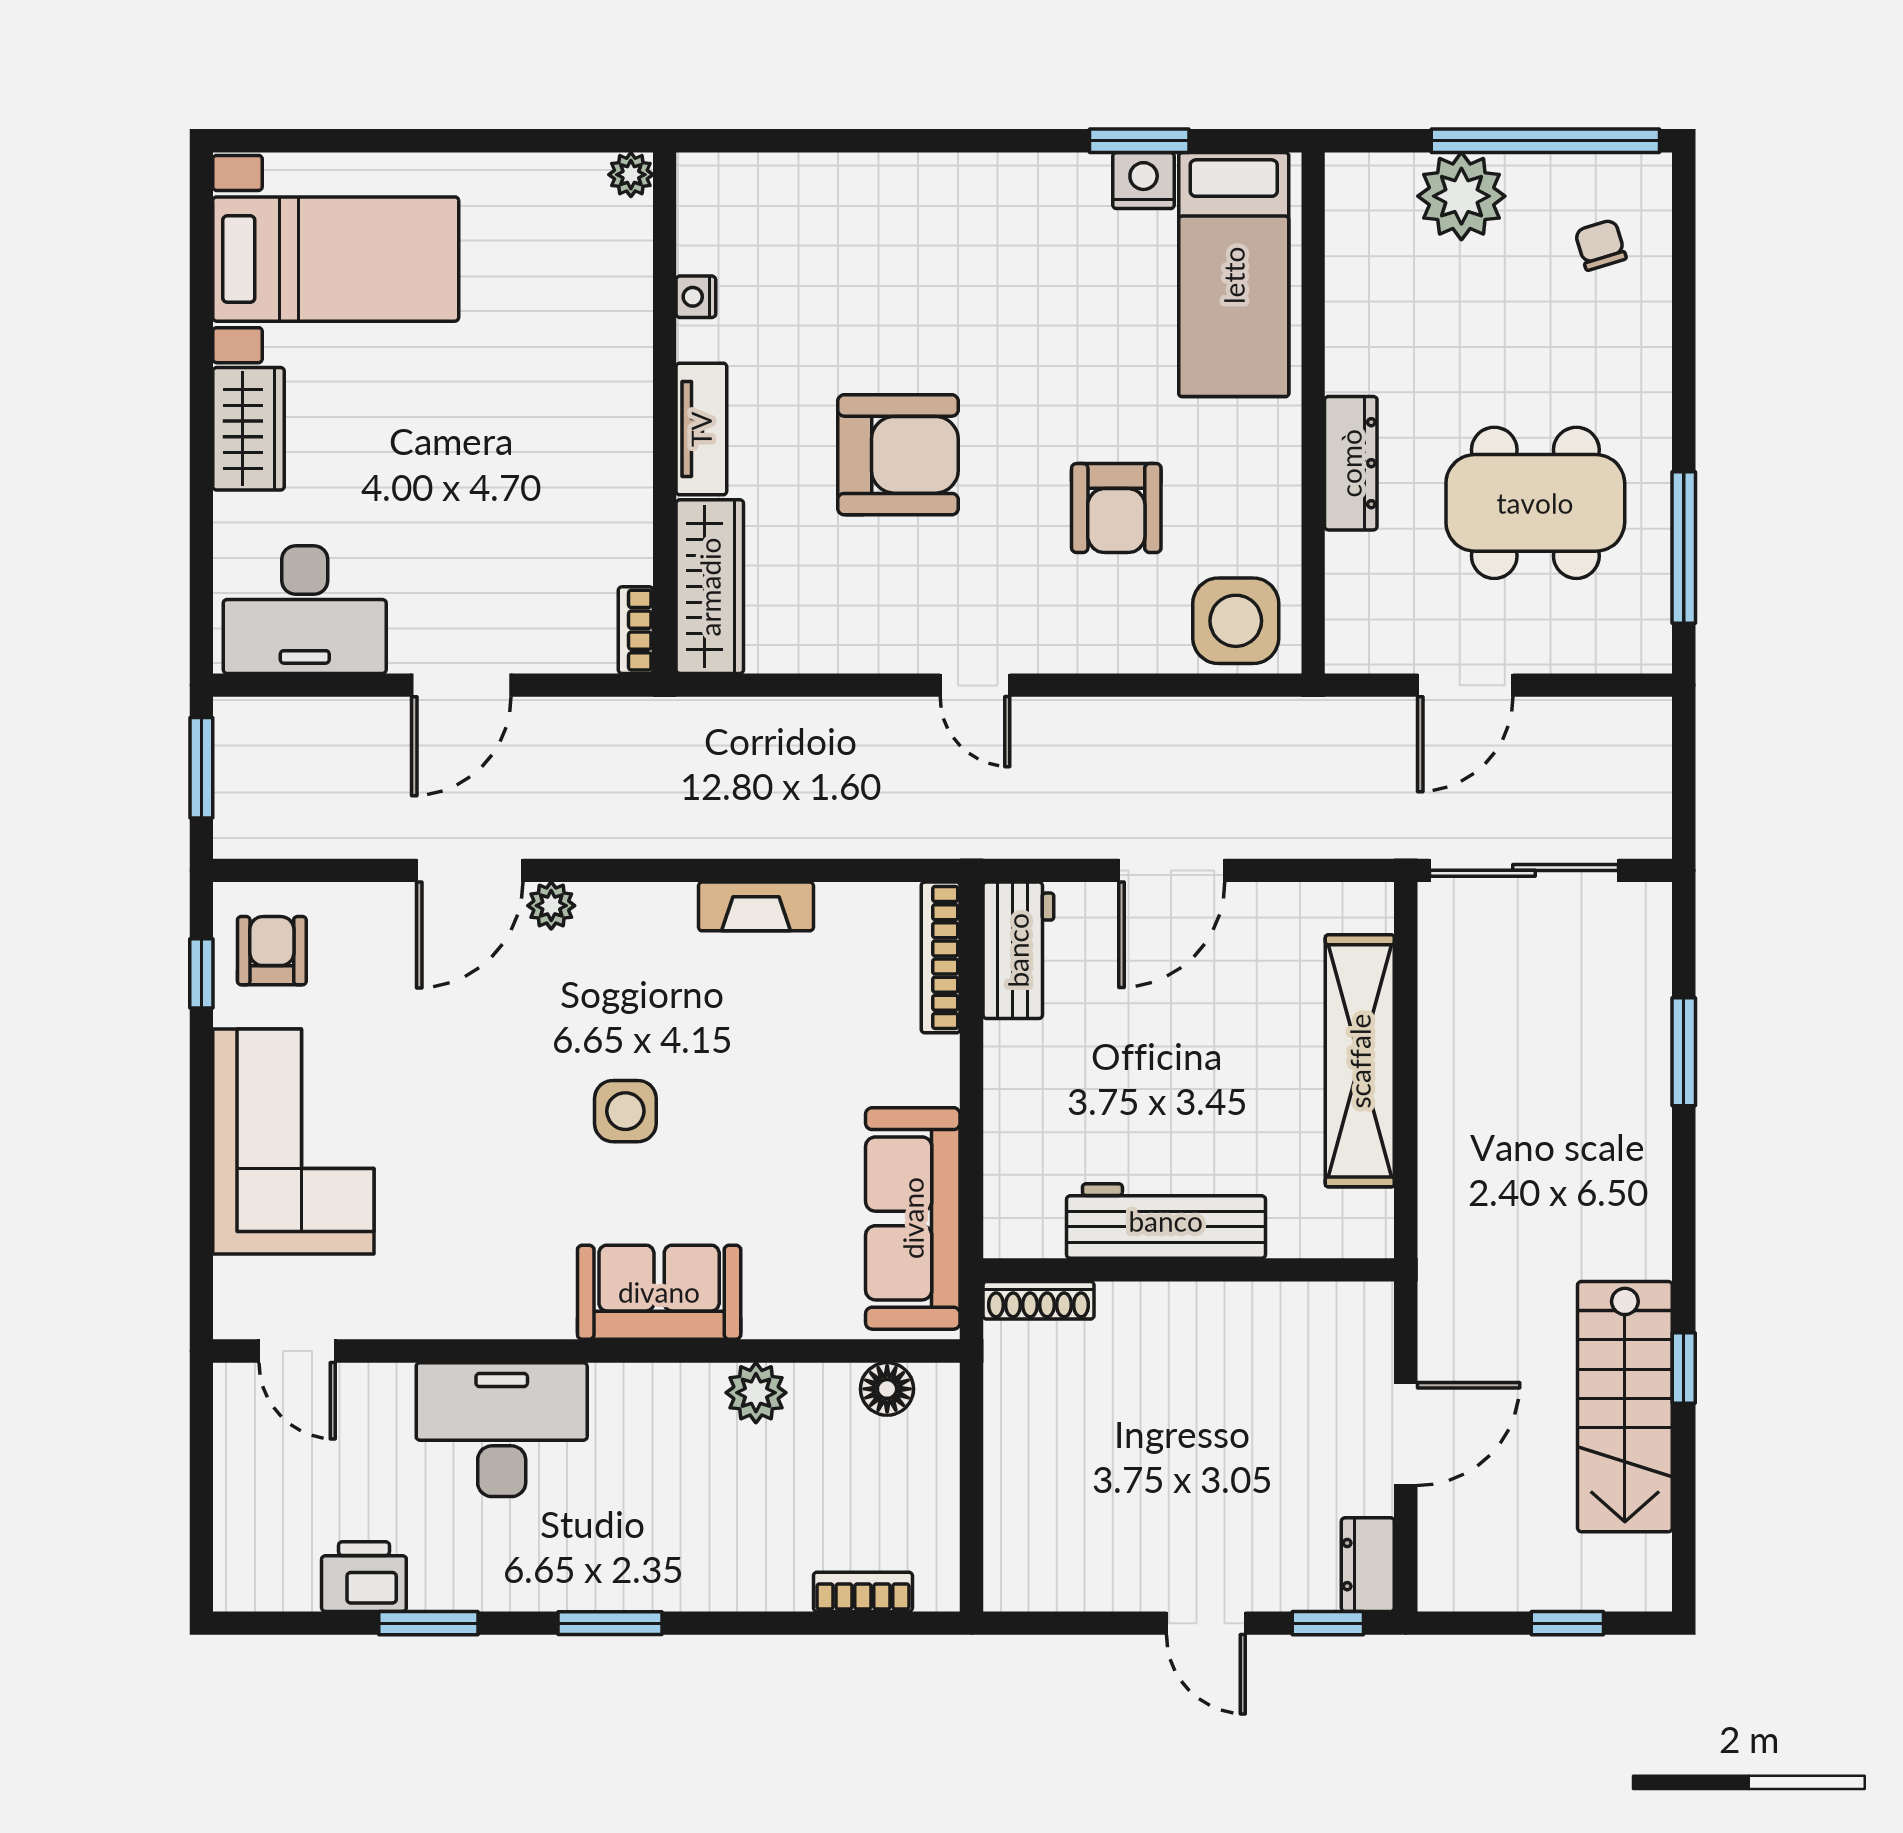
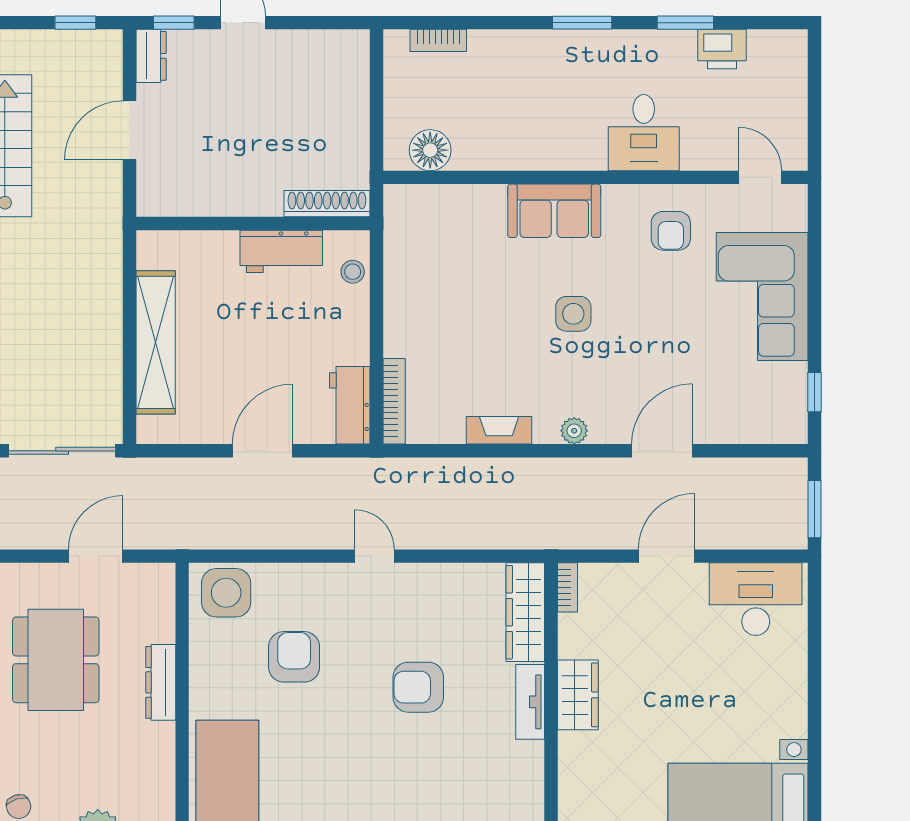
nightstand: (696, 297) -> (533, 777), removed
wardrobe: (249, 429) -> (578, 695), moved, turned 180
armchair: (898, 455) -> (418, 687), width x0.73, depth x0.73
dining table: (1535, 503) -> (56, 660), turned 90
plant: (551, 906) -> (574, 431), moved
armchair: (272, 951) -> (671, 231), moved
stool: (1013, 1185) -> (353, 272), added
sofa: (913, 1218) -> (410, 253), removed
workbench: (1166, 1221) -> (281, 251), width x0.73
shoe rack: (1039, 1300) -> (327, 204), width x1.36, depth x1.24
floor lamp: (887, 1389) -> (430, 150), width x1.38, depth x1.38
plant: (756, 1393) -> (499, 154), removed
desk: (502, 1430) -> (644, 133), width x0.73
window: (1567, 1623) -> (75, 23), moved

